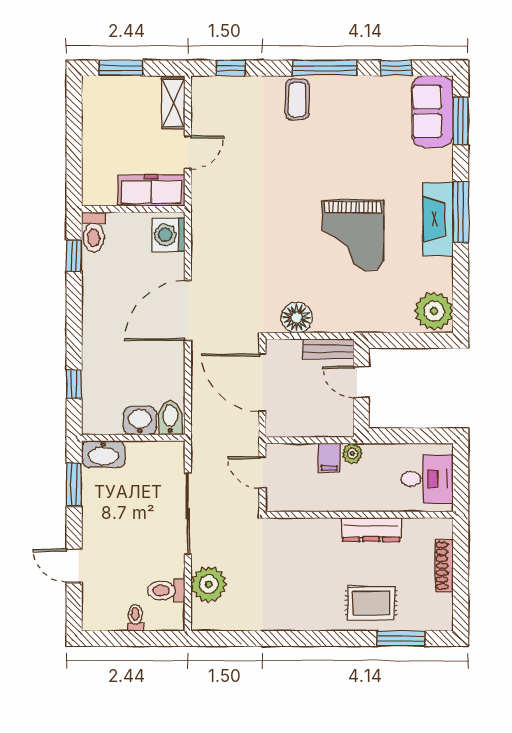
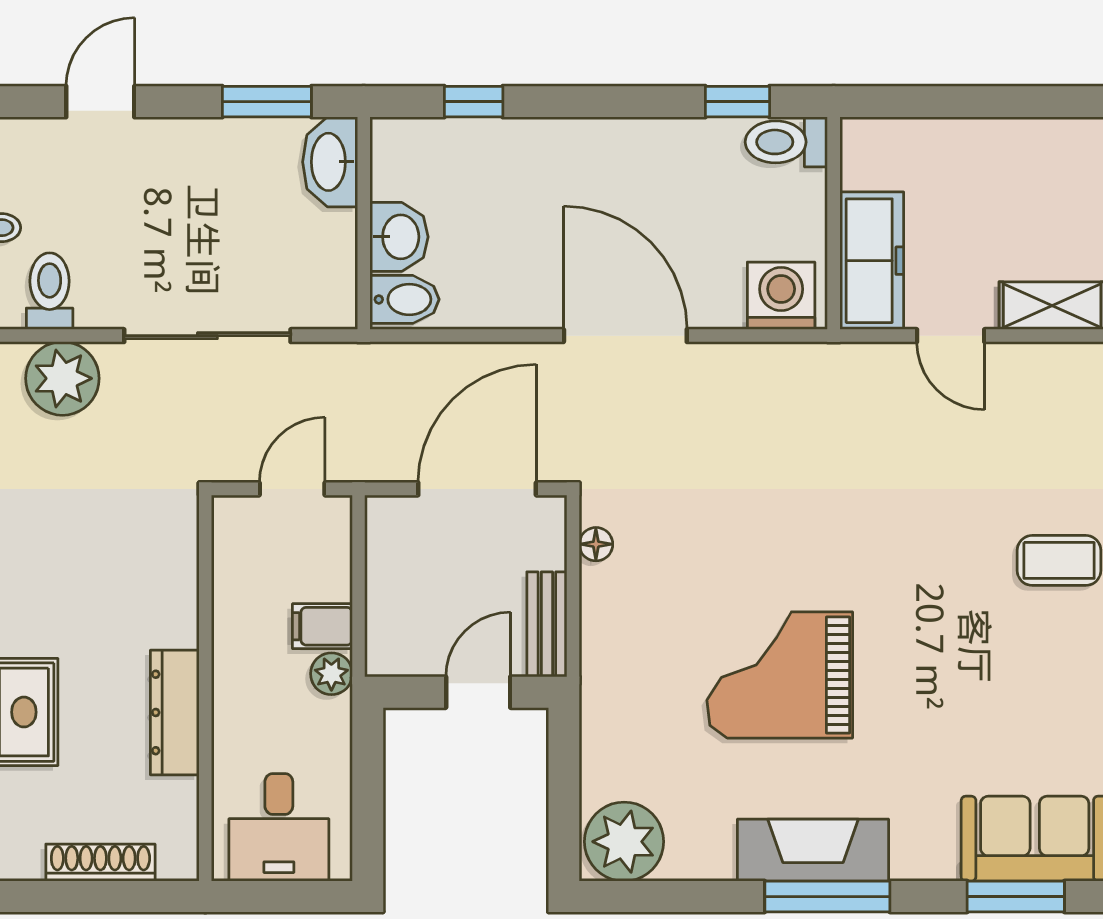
floor lamp: (297, 318) -> (596, 544), width x0.53, depth x0.53

